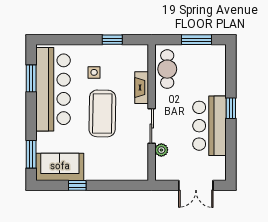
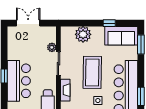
bar counter: (209, 126) -> (19, 81), moved
plant: (116, 169) -> (83, 34), added

